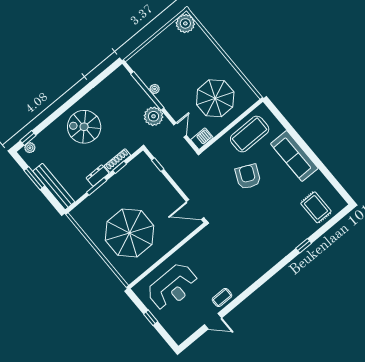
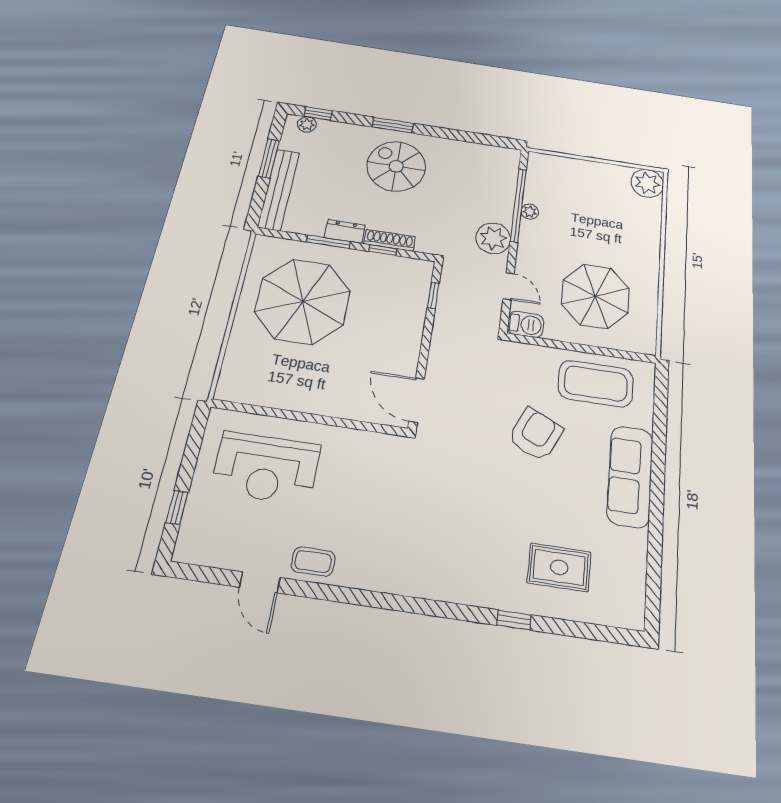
window: (62, 110) -> (393, 125), added
door: (180, 130) -> (509, 286), hinge flipped
rug: (316, 207) -> (559, 567), moved, turned 90
parasol: (129, 233) -> (303, 301), moved
window: (151, 318) -> (177, 507), moved

